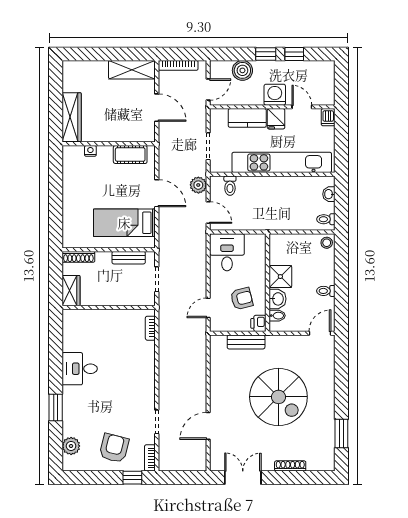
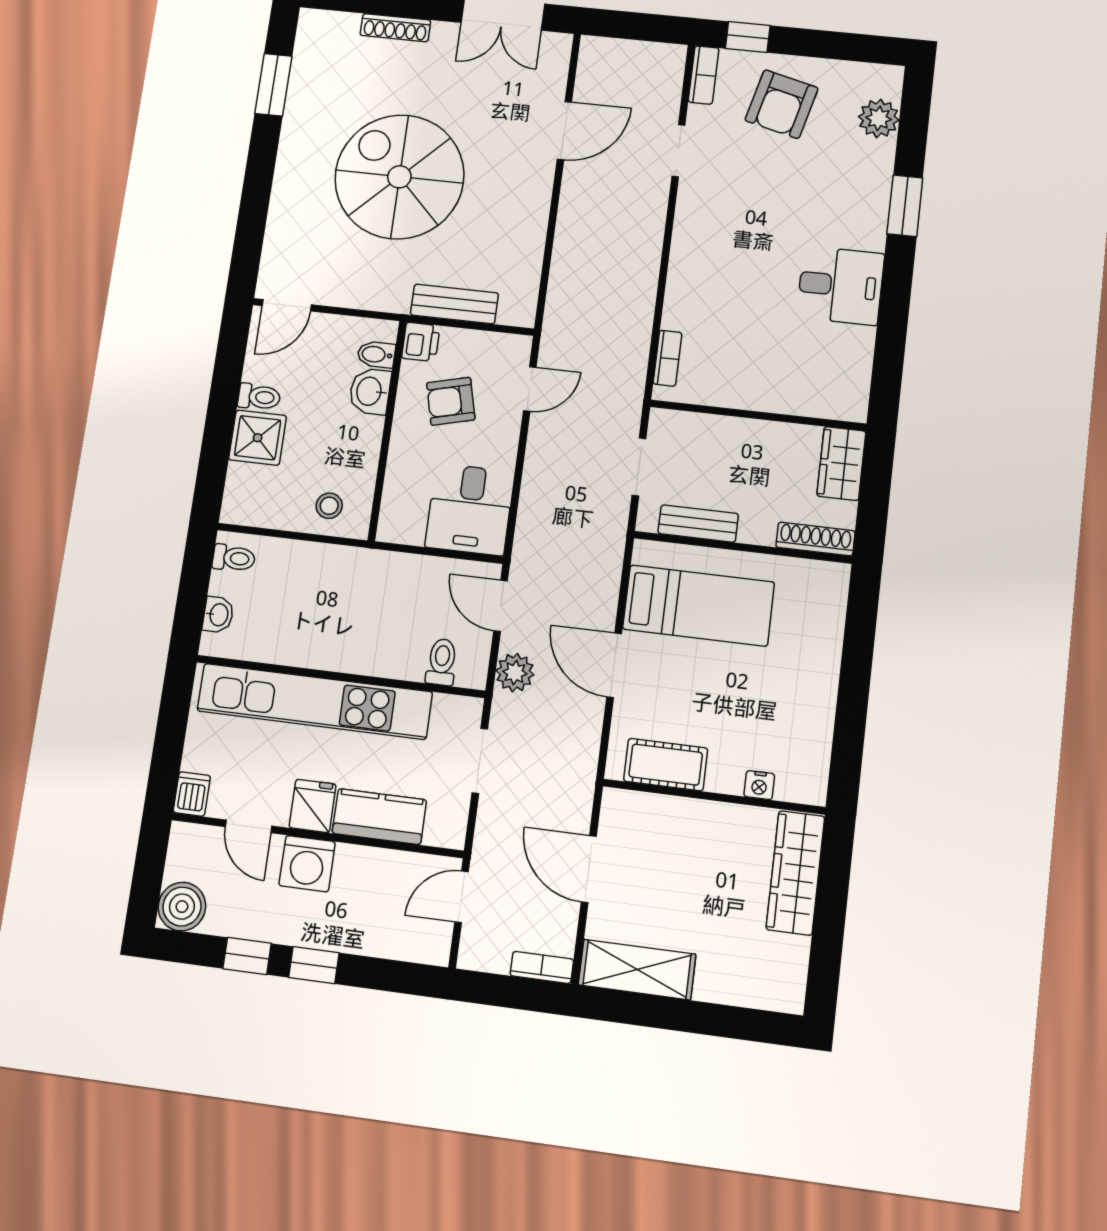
bookcase: (178, 65) -> (542, 967), width x0.64
boiler: (242, 70) -> (182, 907), moved
stool: (327, 243) -> (329, 506), moved
shower: (280, 277) -> (258, 438), moved

